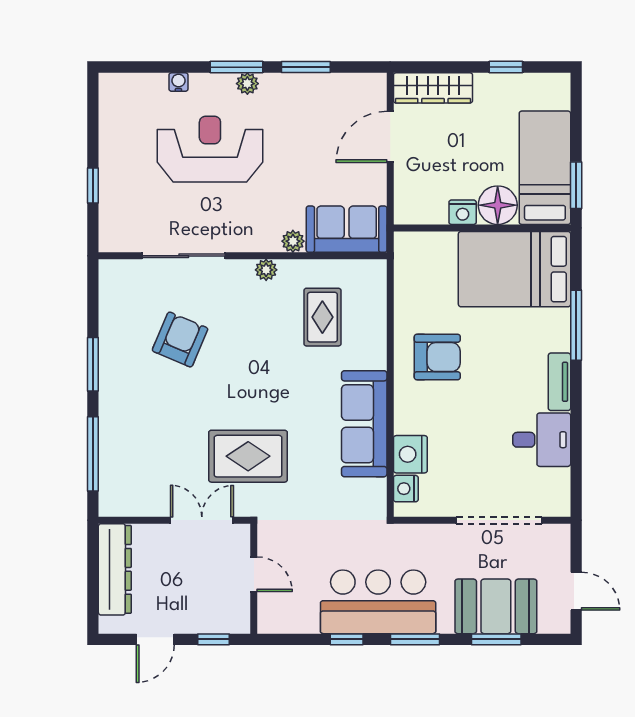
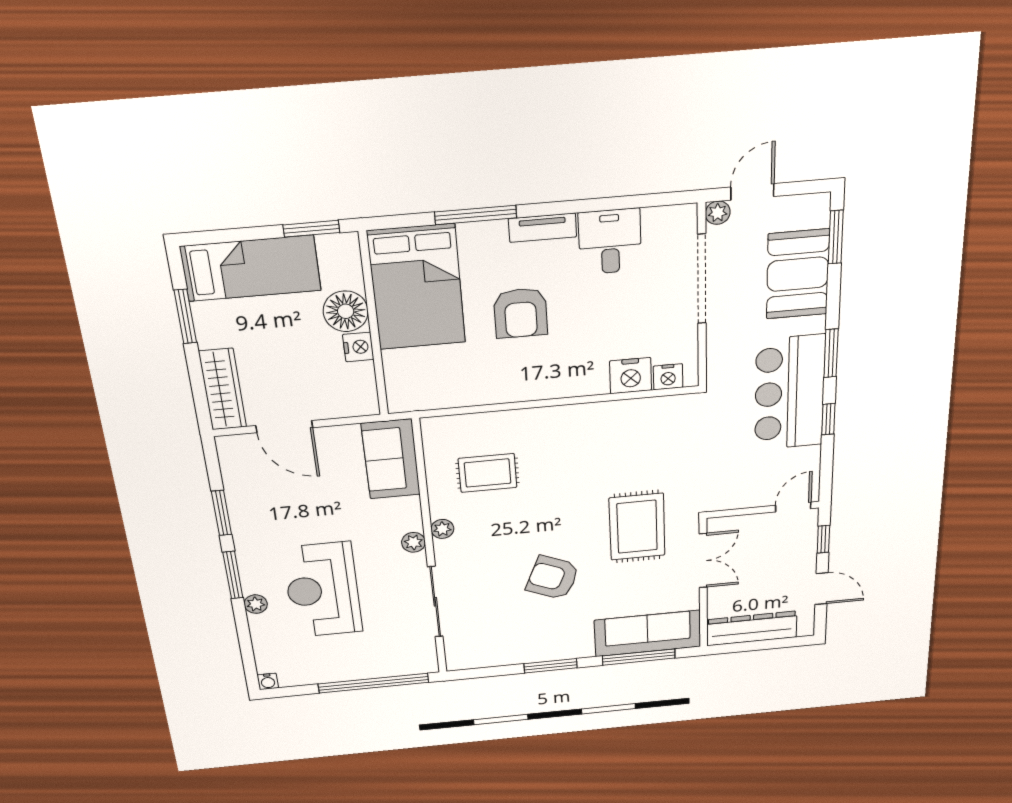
window: (506, 67) -> (185, 316), width x1.50
water cooler: (178, 82) -> (268, 681), moved, turned -90
plant: (247, 84) -> (256, 604), moved
bed: (545, 168) -> (251, 268), moved, turned 180
window: (93, 186) -> (373, 683), width x3.17
plant: (293, 241) -> (413, 542), moved
armchair: (180, 340) -> (553, 578), moved
armchair: (437, 357) -> (521, 313), moved, turned 180
sofa: (364, 424) -> (648, 633), moved, turned 180
double door: (202, 520) -> (703, 561), swing flipped
plant: (560, 534) -> (718, 213), added
door: (254, 574) -> (793, 507), moved
door: (576, 591) -> (752, 192), moved
window: (496, 639) -> (836, 237), moved

